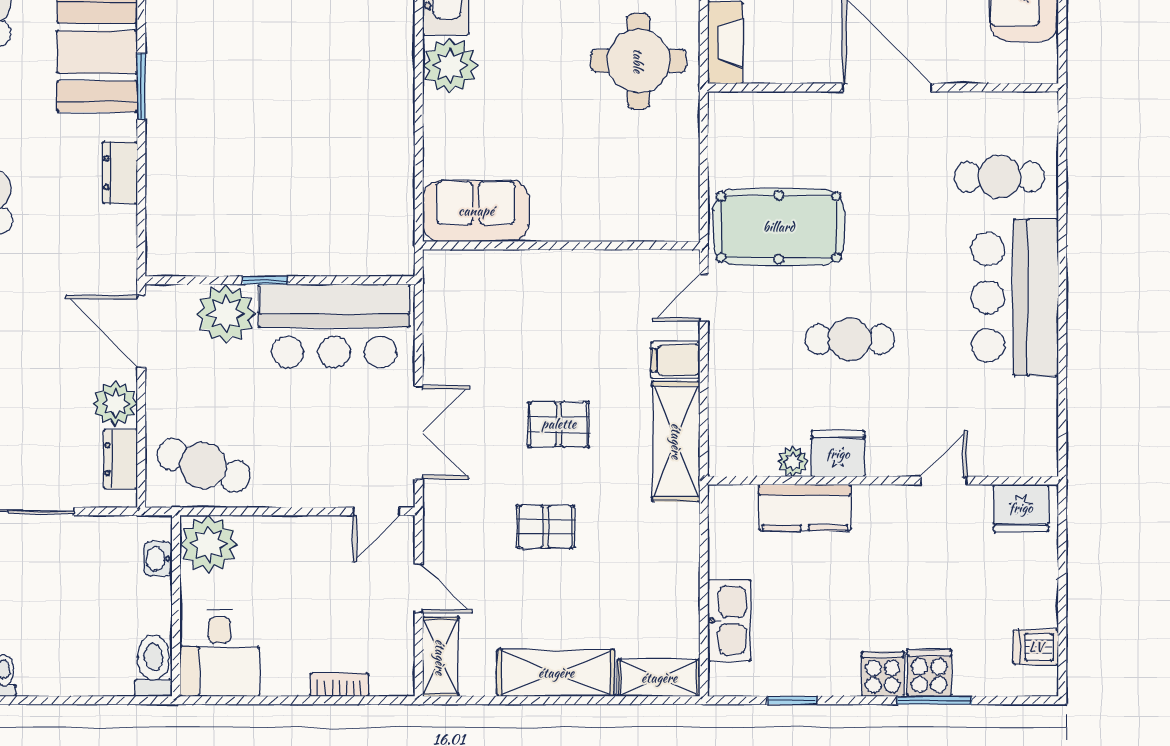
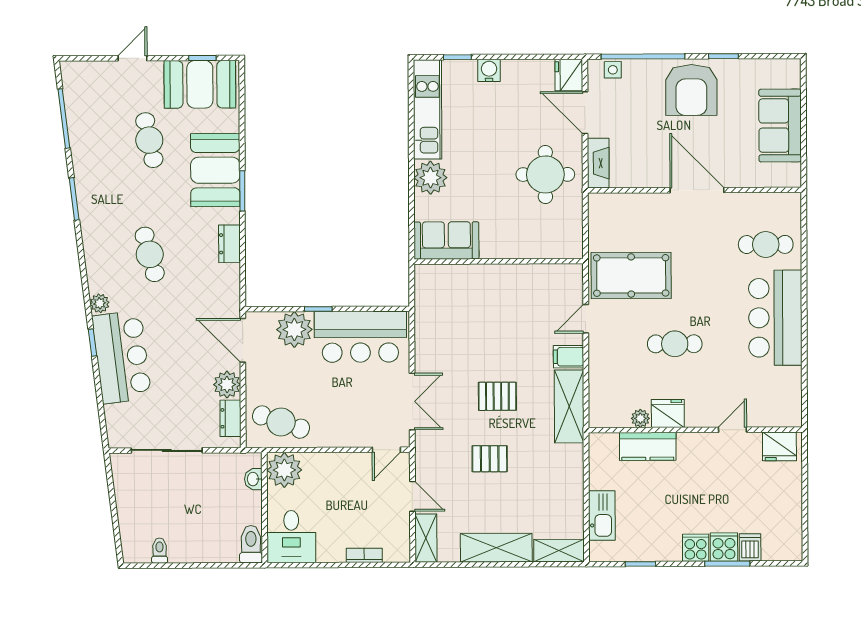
sofa: (476, 211) -> (446, 240), moved
wall: (561, 246) -> (499, 261), moved
dishwasher: (1036, 647) -> (750, 547), moved, turned 90

